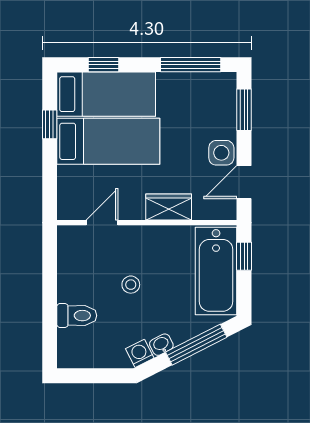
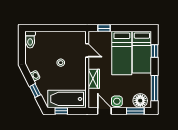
floor lamp: (220, 98) -> (140, 101), added
window: (50, 124) -> (104, 28), moved
window: (244, 256) -> (61, 111), moved
toilet: (77, 316) -> (30, 40), moved
window: (196, 345) -> (35, 91), width x0.46
washing machine: (140, 353) -> (31, 66), removed

